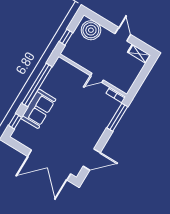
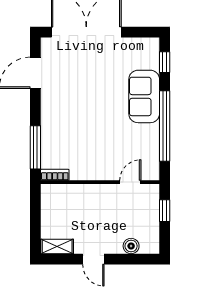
boiler: (91, 30) -> (131, 246), width x0.54, depth x0.54
door: (97, 78) -> (130, 182), moved

